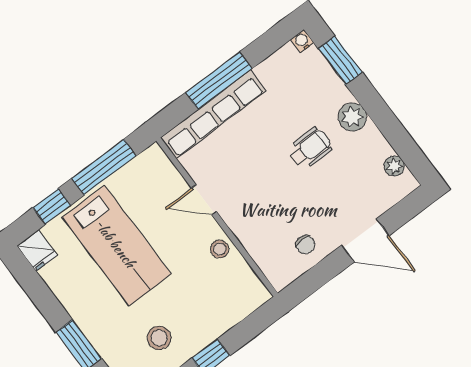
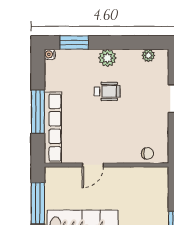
wheelchair: (310, 148) -> (107, 91), turned 90
chair: (305, 245) -> (147, 153), moved
stool: (220, 249) -> (124, 176), removed

